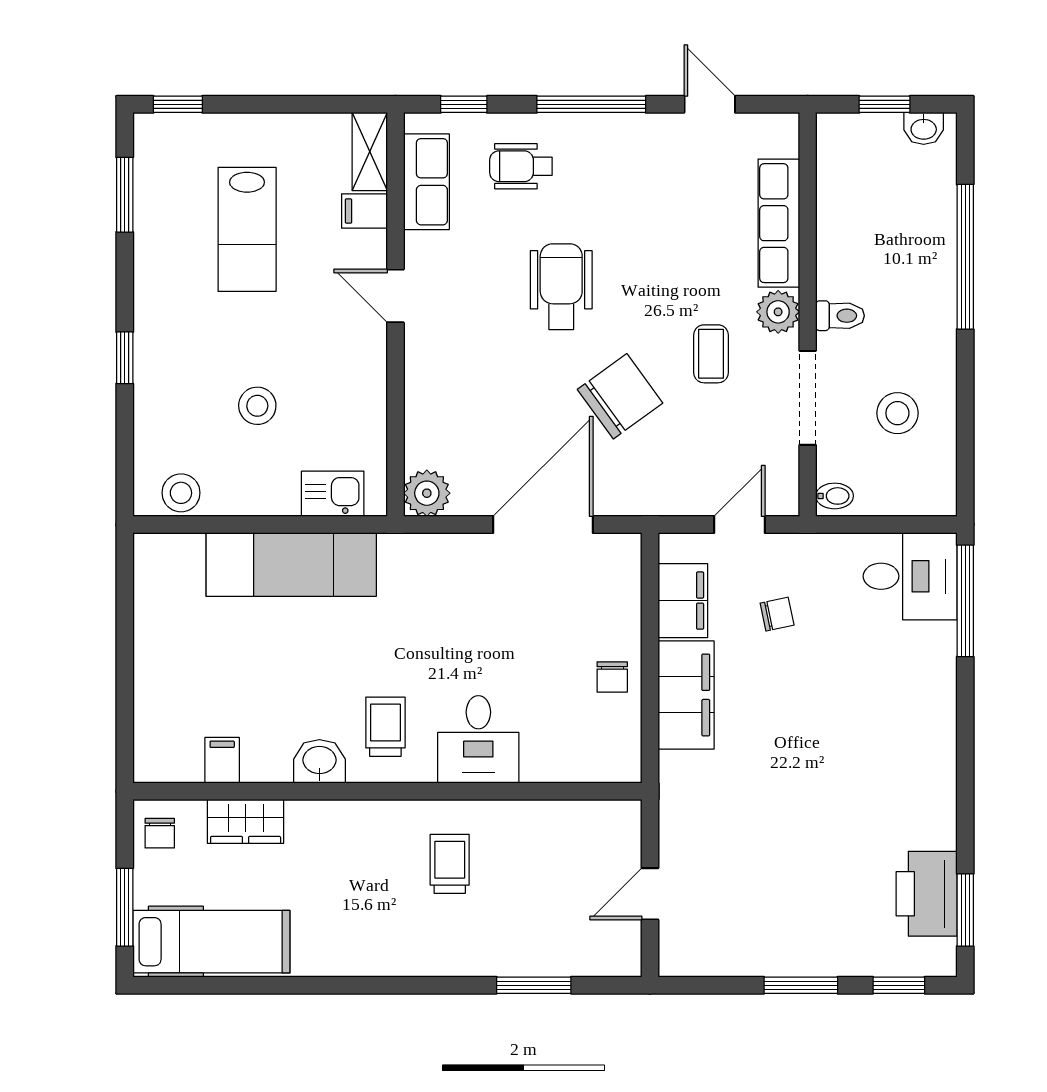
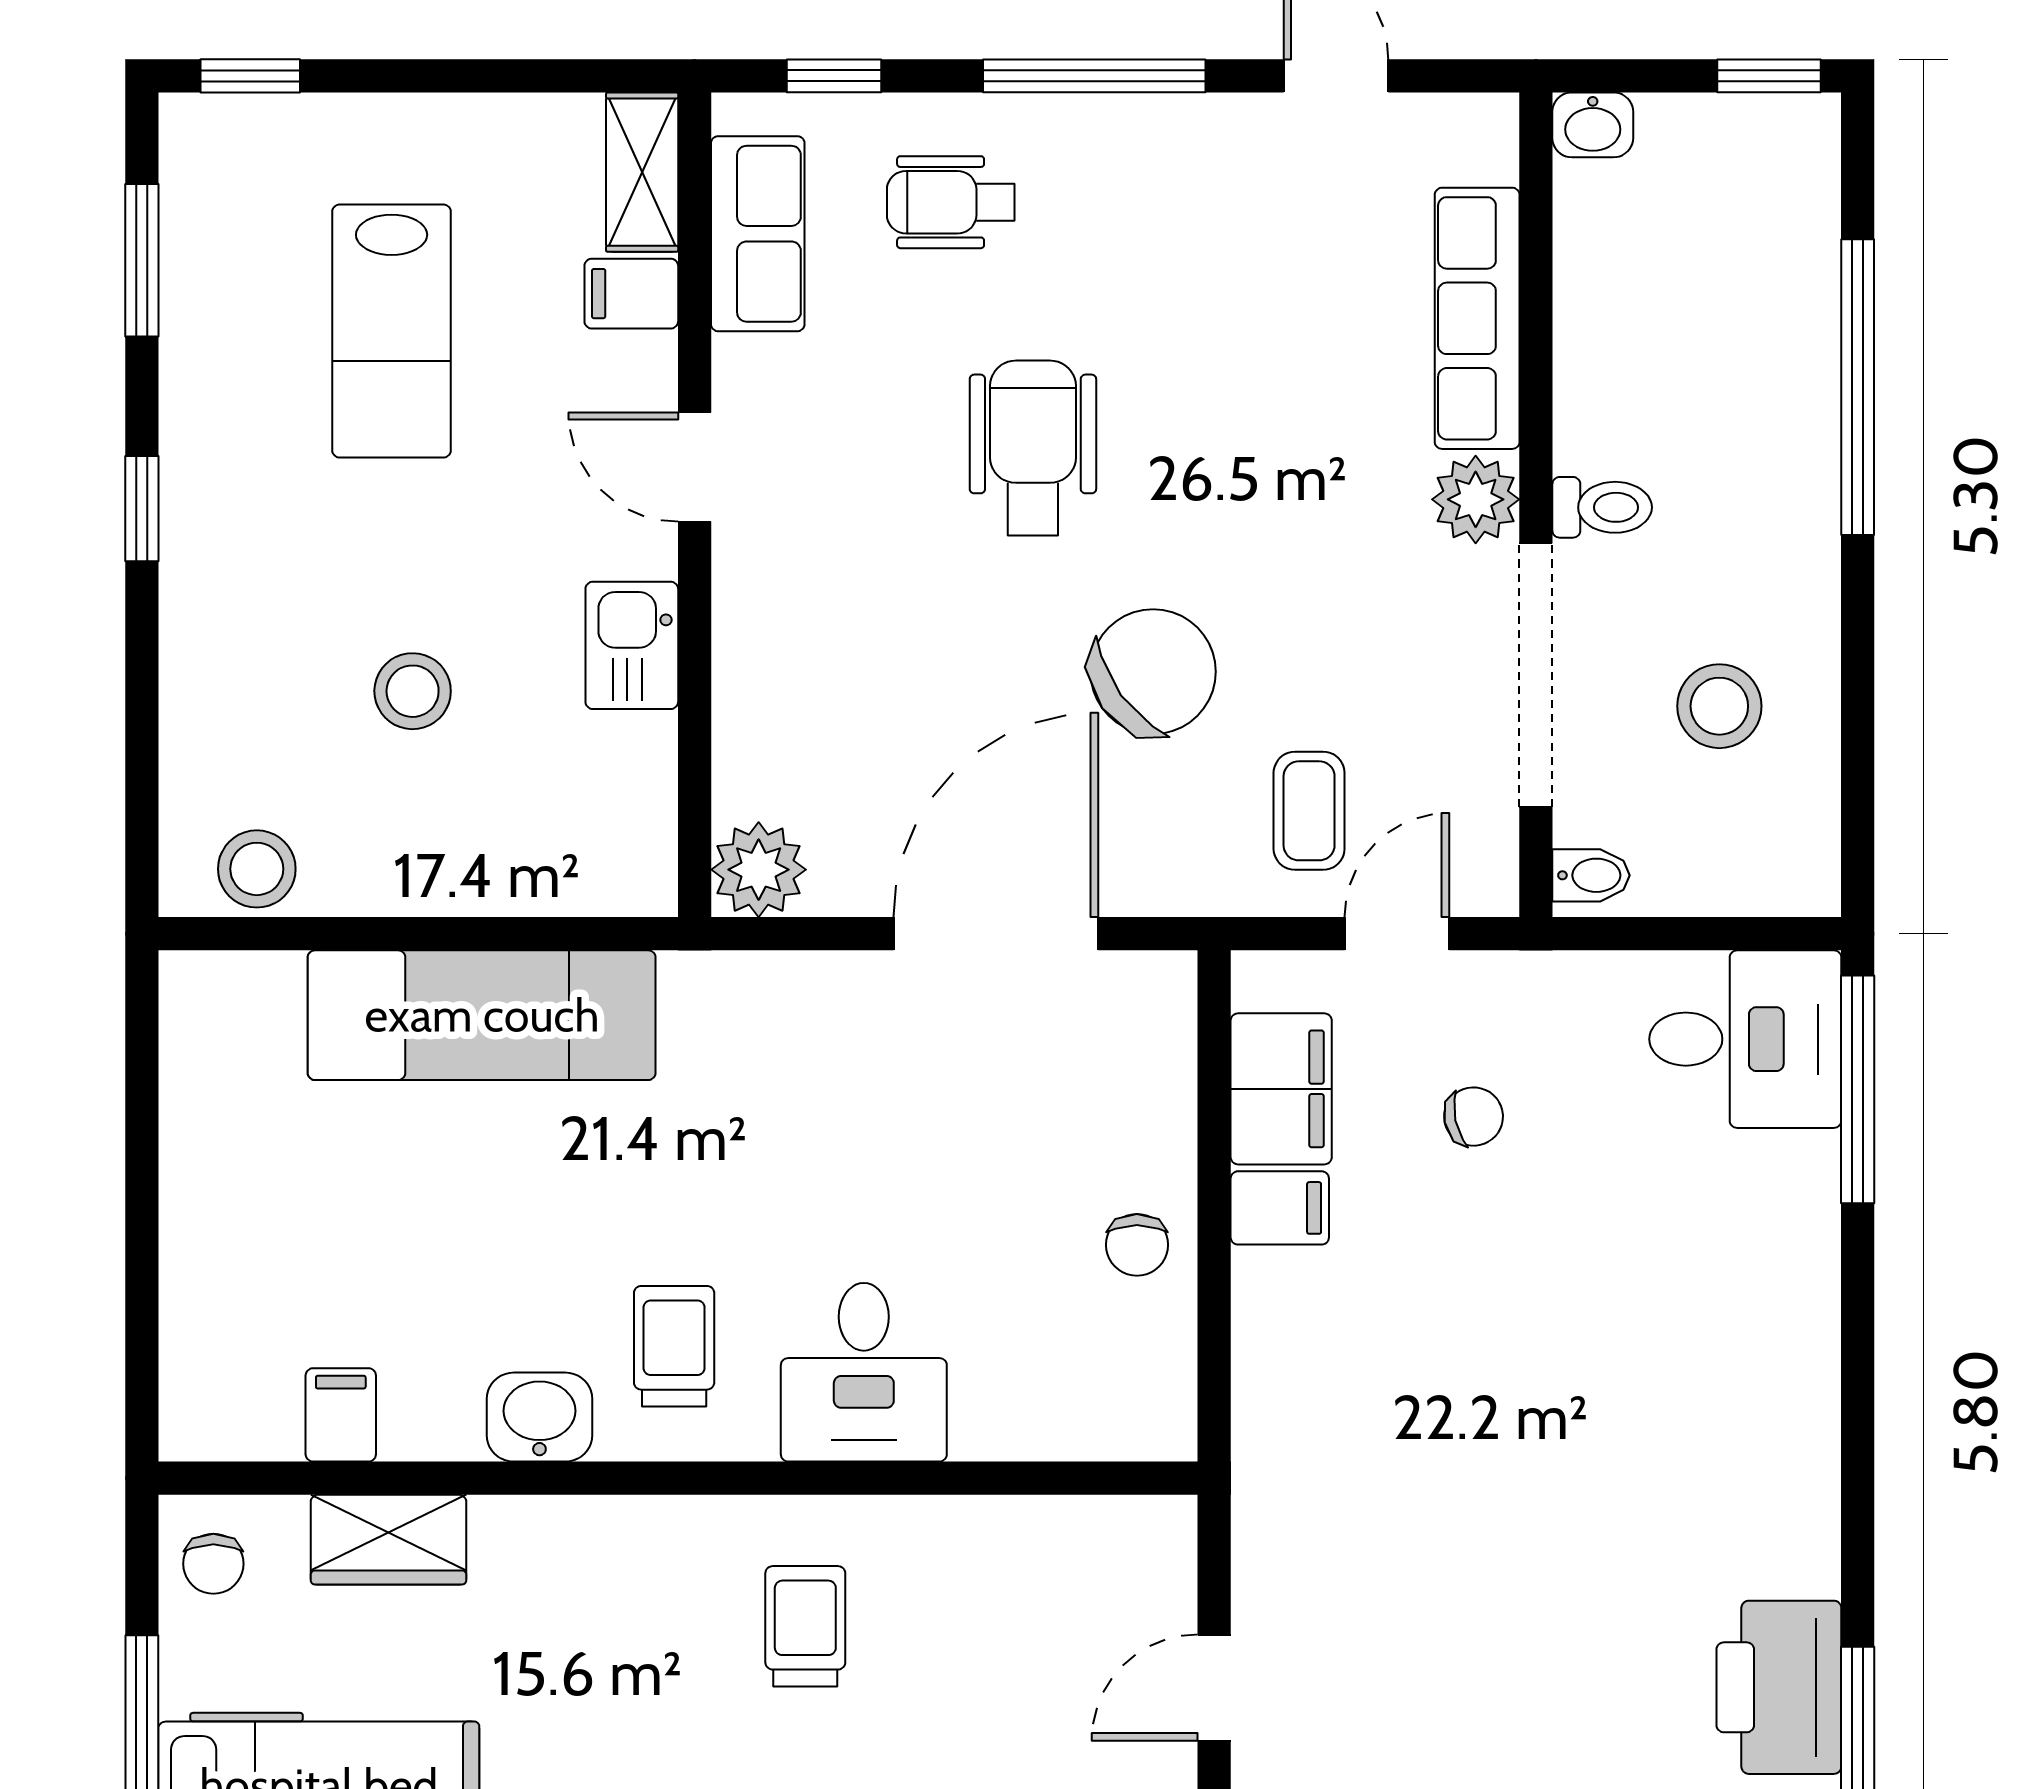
window: (884, 104) -> (1769, 76), moved
washbasin: (924, 128) -> (1593, 125), moved
coffee table: (711, 354) -> (1309, 811), moved
window: (125, 358) -> (142, 509), moved
doorway: (808, 398) -> (1536, 675), width x1.36
kitchen sink: (333, 494) -> (632, 645), moved, turned -90
filing cabinet: (686, 695) -> (1280, 1208), width x0.33, depth x0.86

